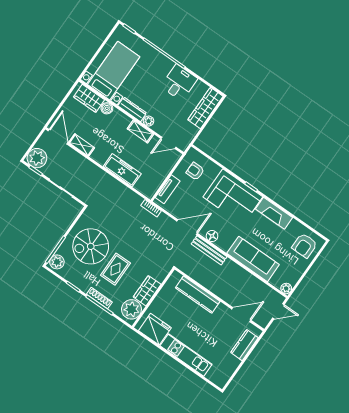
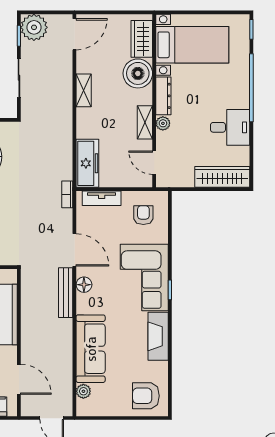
boiler: (107, 108) -> (138, 73), width x1.86, depth x1.86
shelving: (82, 145) -> (84, 90), moved
freezer: (122, 170) -> (87, 163), moved
plant: (286, 288) -> (83, 391), moved

